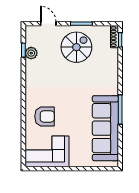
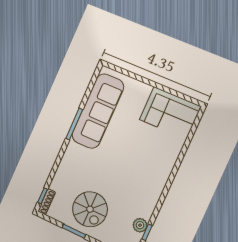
spiral stairs: (76, 47) -> (90, 209), turned -90
armchair: (45, 116) -> (156, 151), removed

